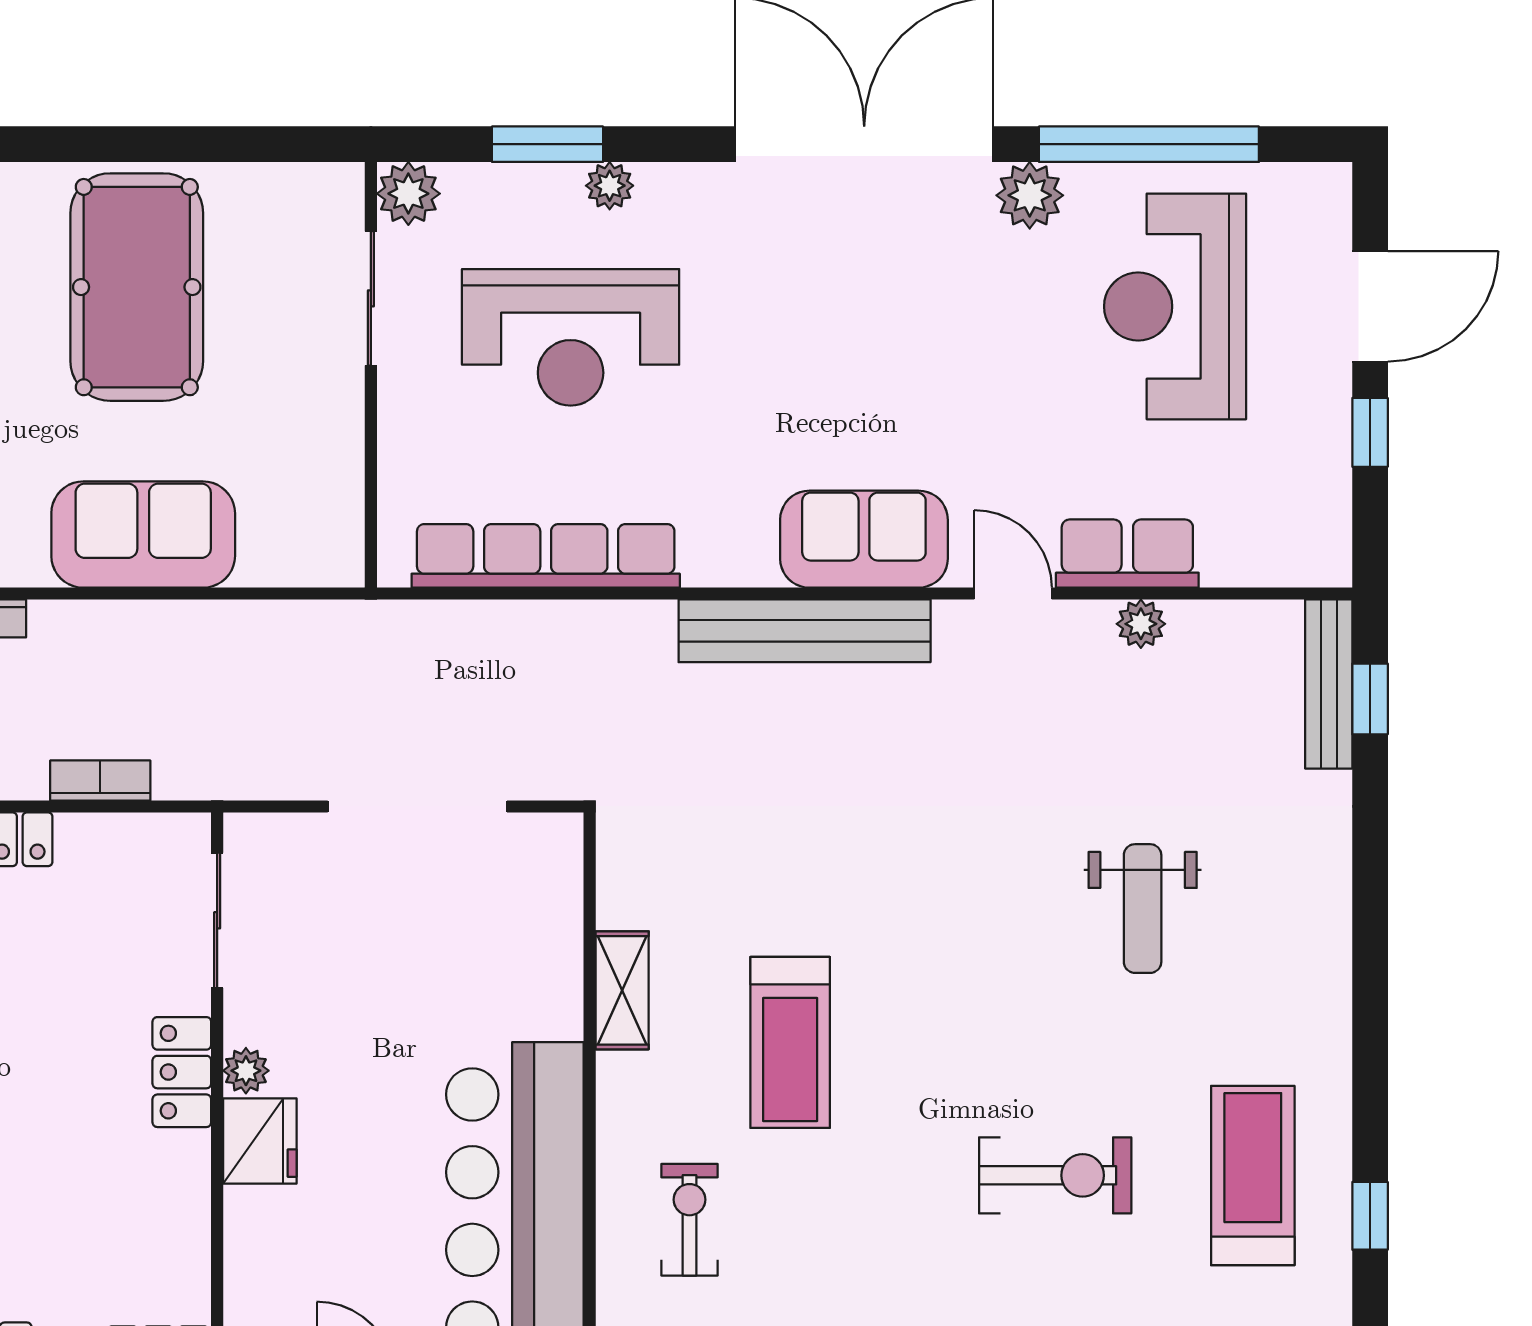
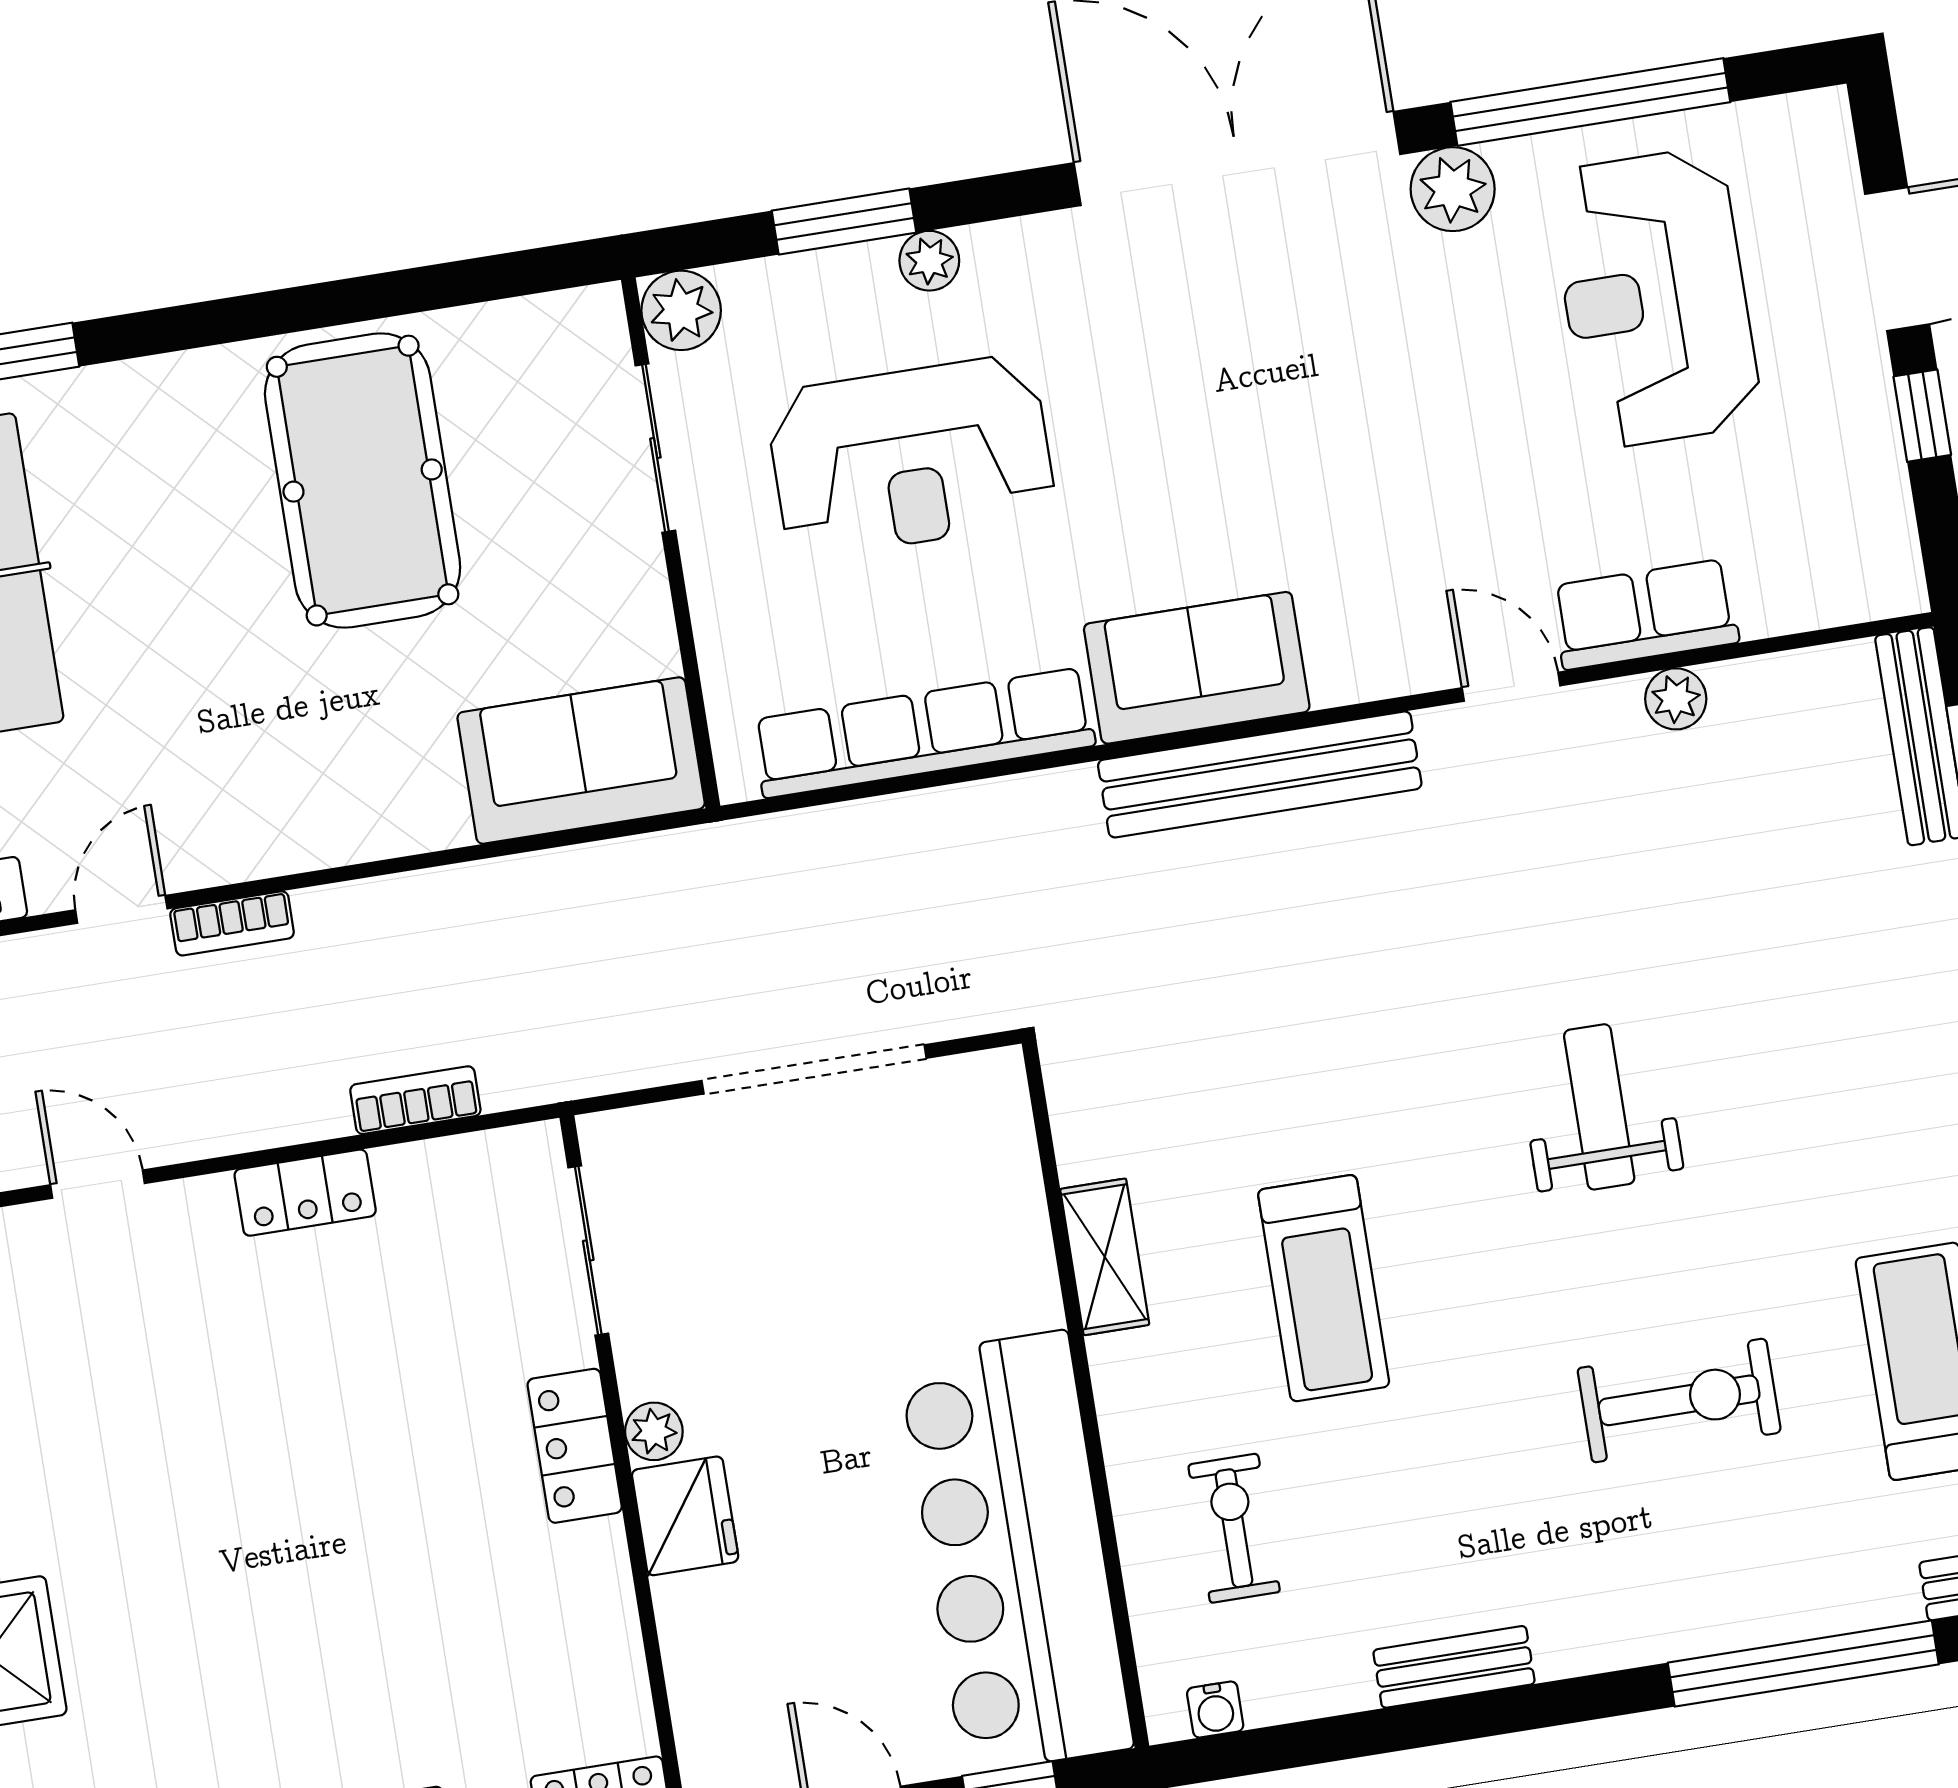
sofa: (143, 535) -> (581, 761), moved
sofa: (864, 539) -> (1197, 668), moved
weight bench: (1143, 909) -> (1599, 1107), moved, turned 180

